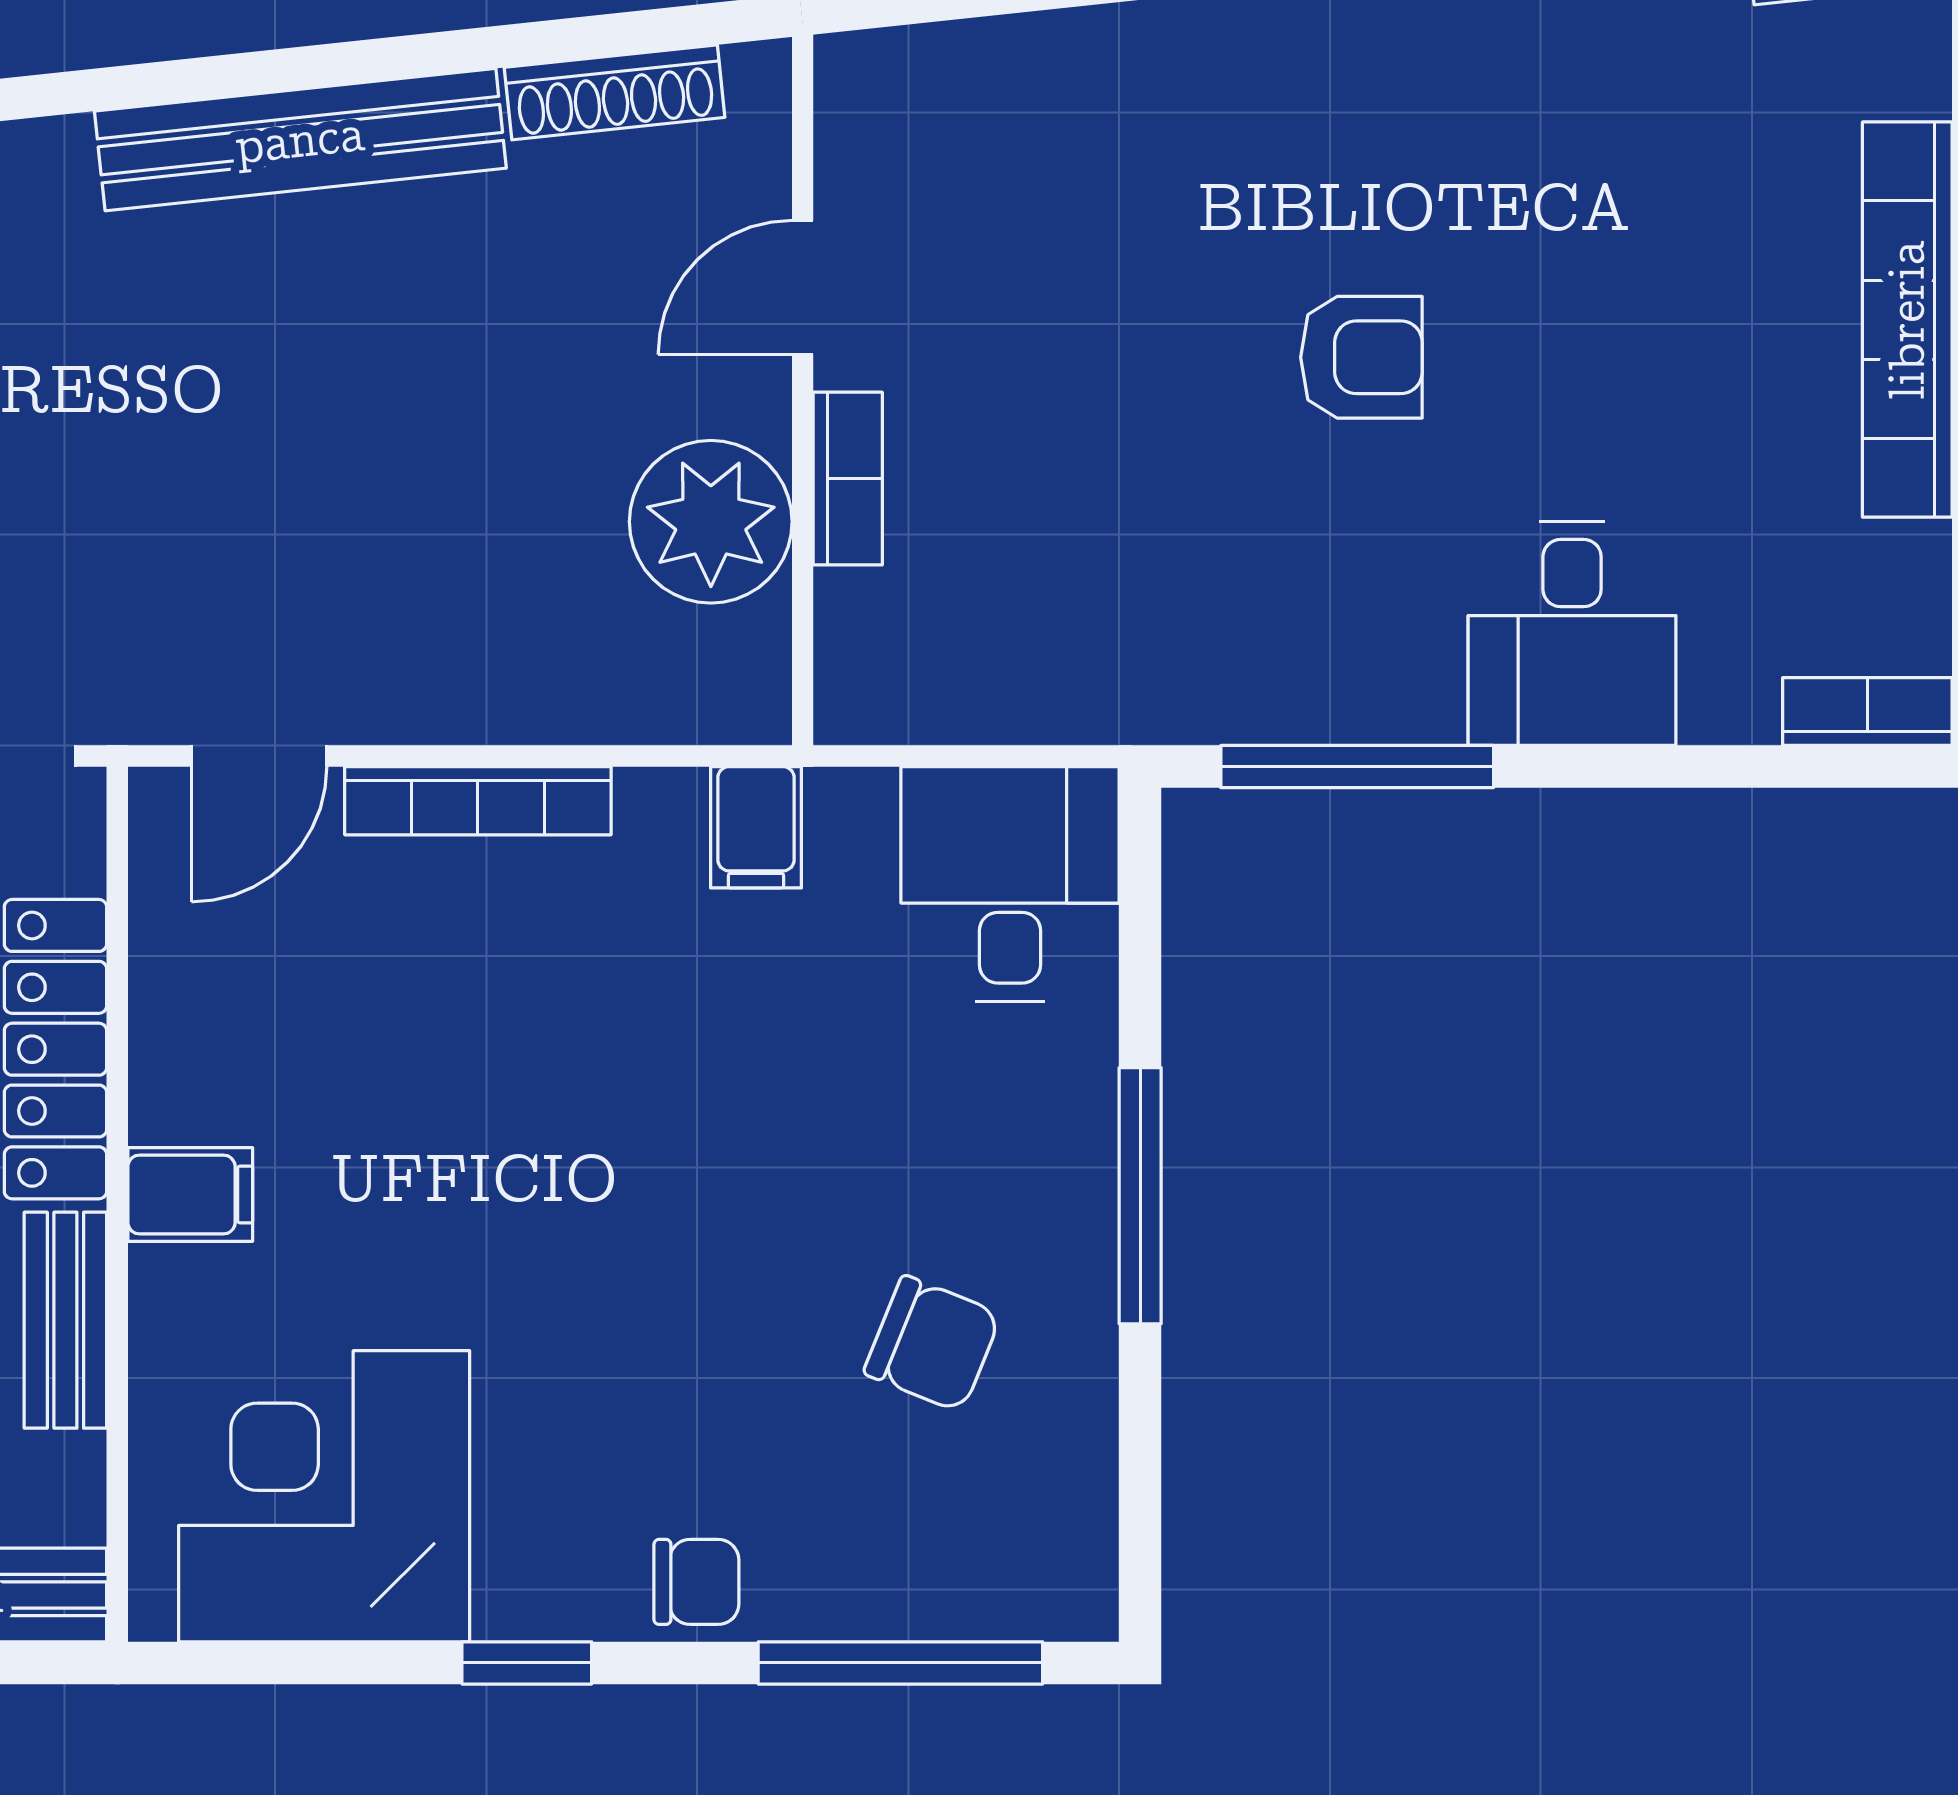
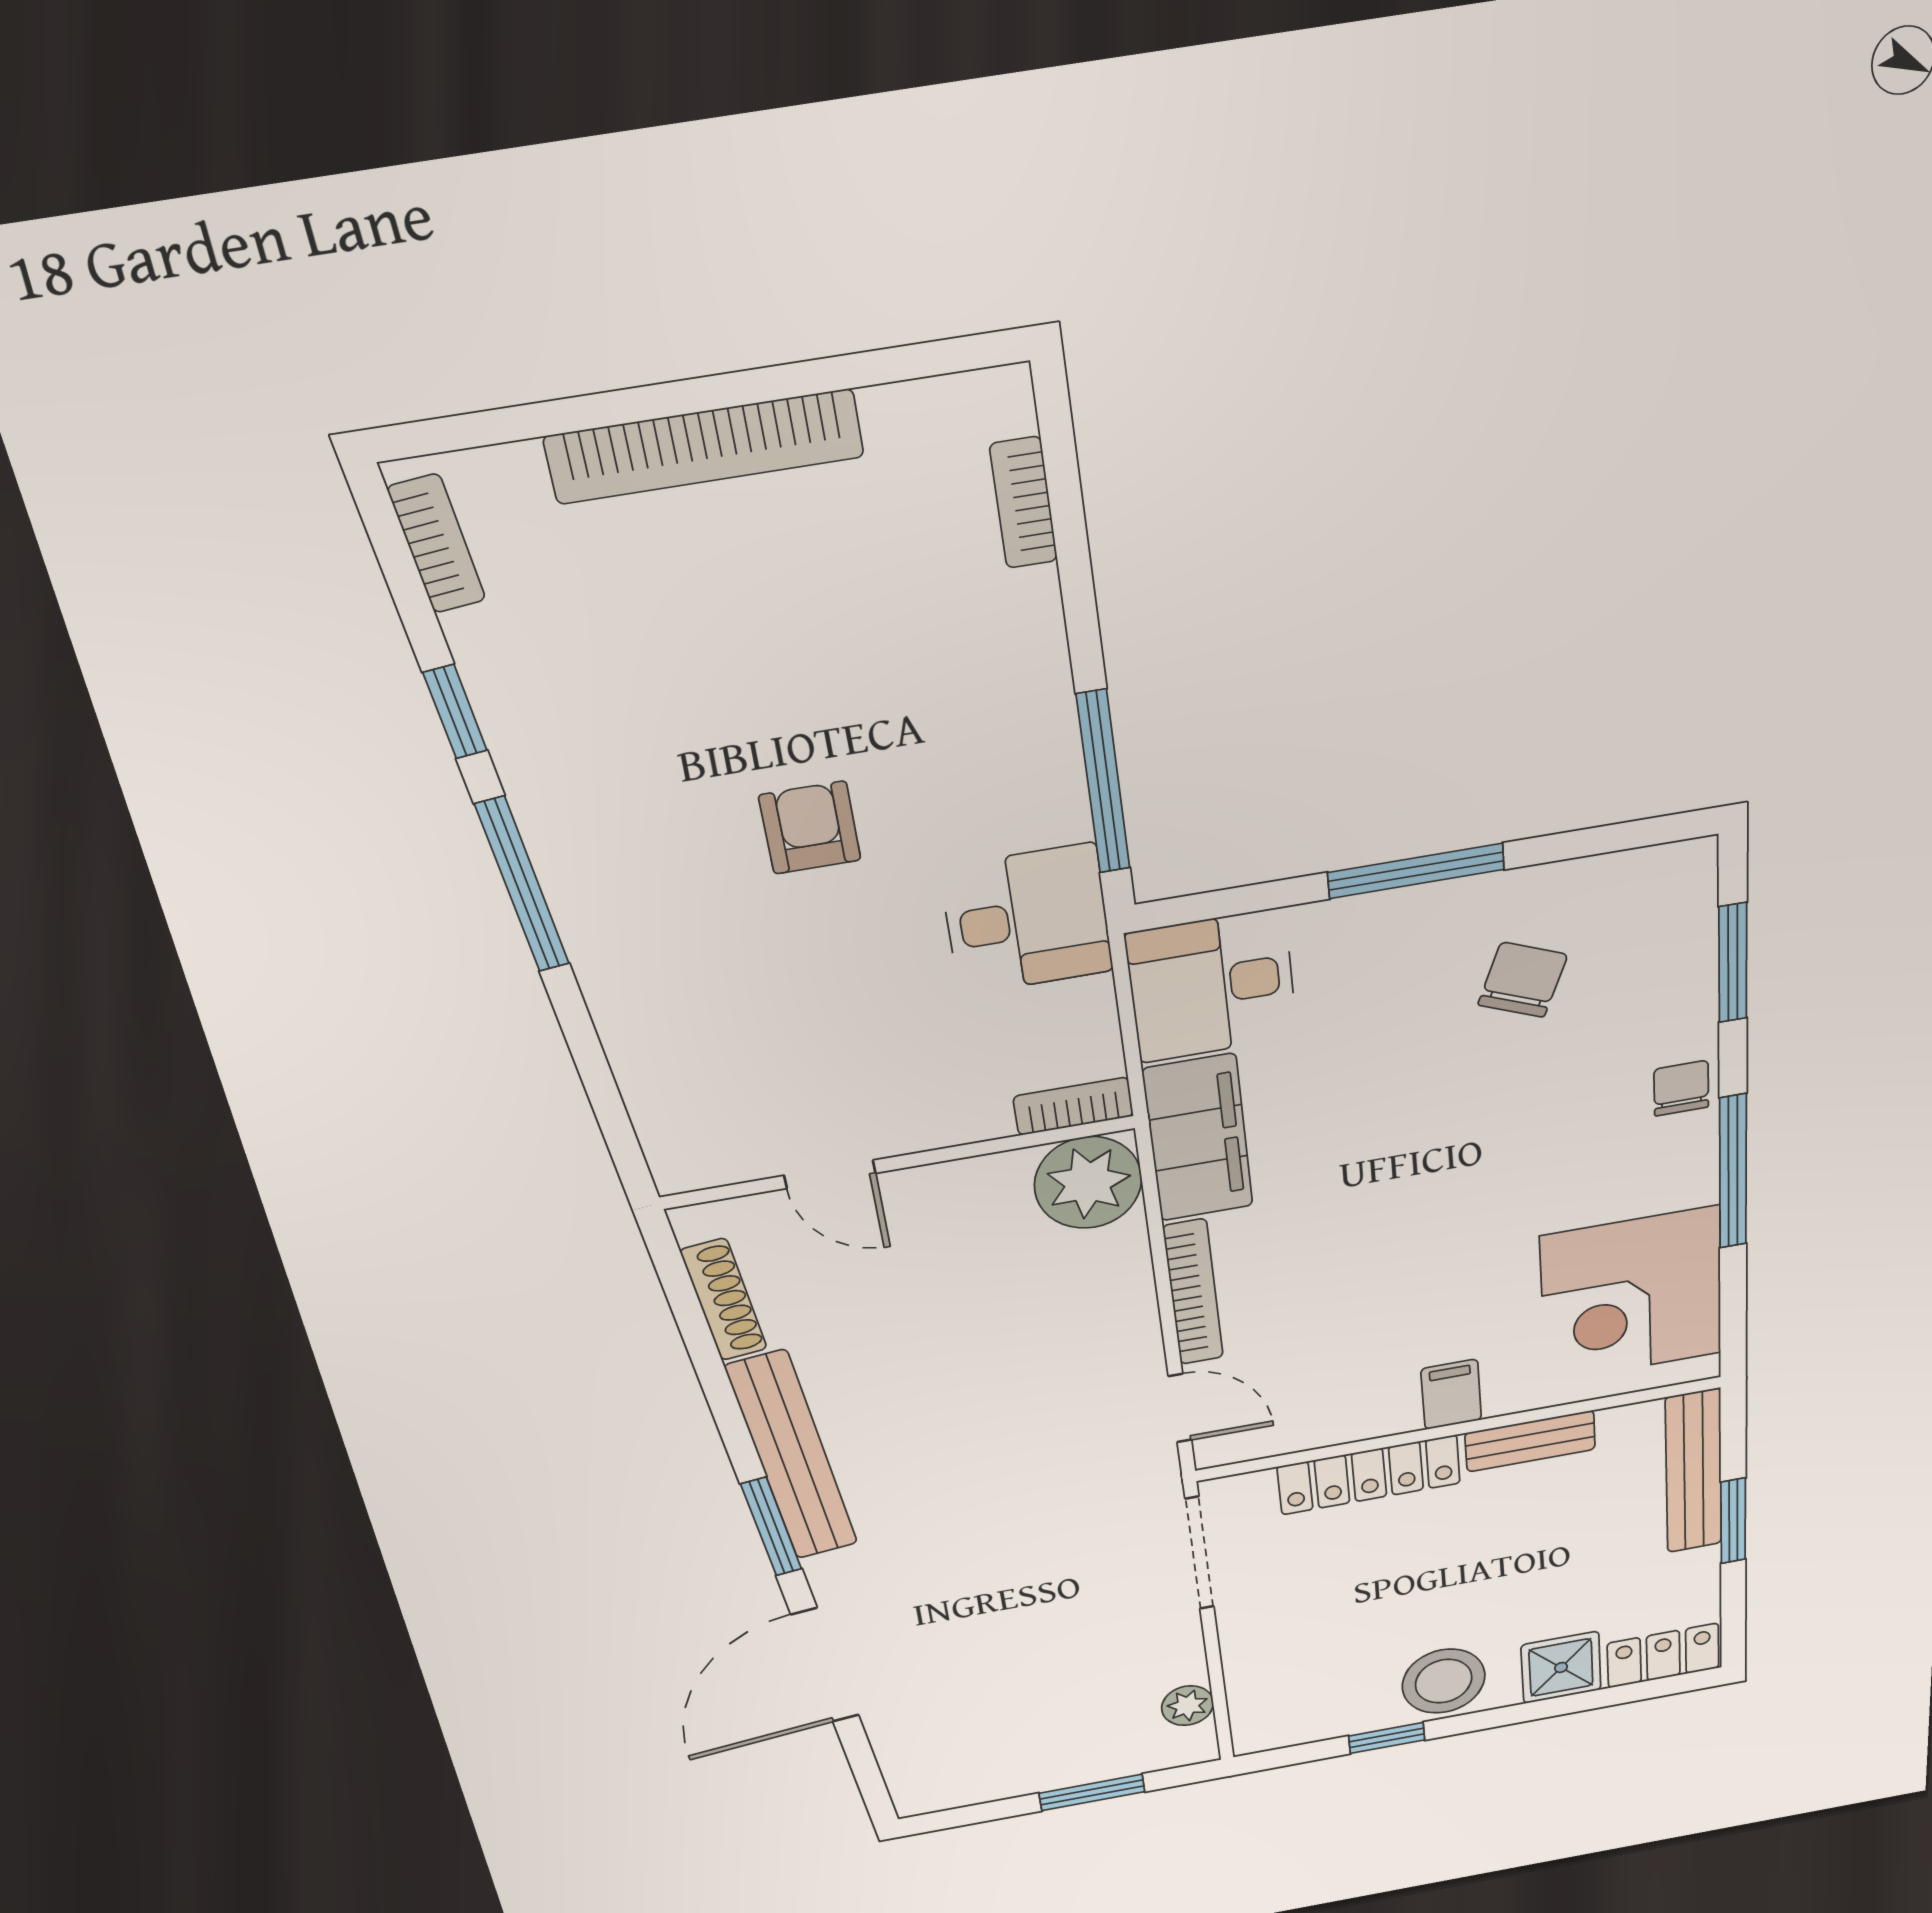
window: (168, 82) -> (771, 1527), added
bookcase: (848, 479) -> (1073, 1106), moved
plant: (711, 522) -> (1088, 1183), moved
desk: (1572, 634) -> (1027, 920), moved
bookcase: (1867, 712) -> (1024, 503), moved
filing cabinet: (756, 827) -> (1198, 1138), width x3.00, depth x1.17
window: (527, 1663) -> (1733, 1172), width x2.17
window: (900, 1663) -> (1733, 963), width x0.69

